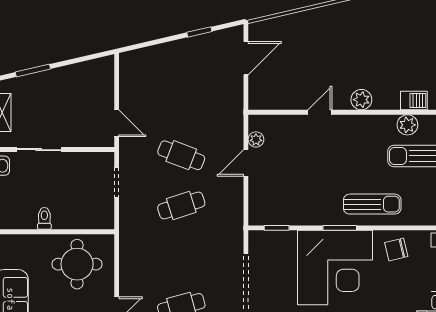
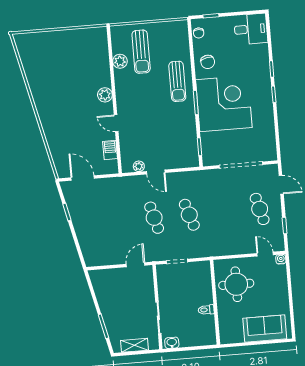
barbecue: (414, 101) -> (110, 150), moved
cafe table: (181, 155) -> (154, 218), turned -36
sun lounger: (372, 204) -> (177, 81), turned 180

